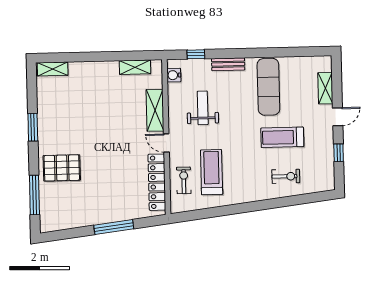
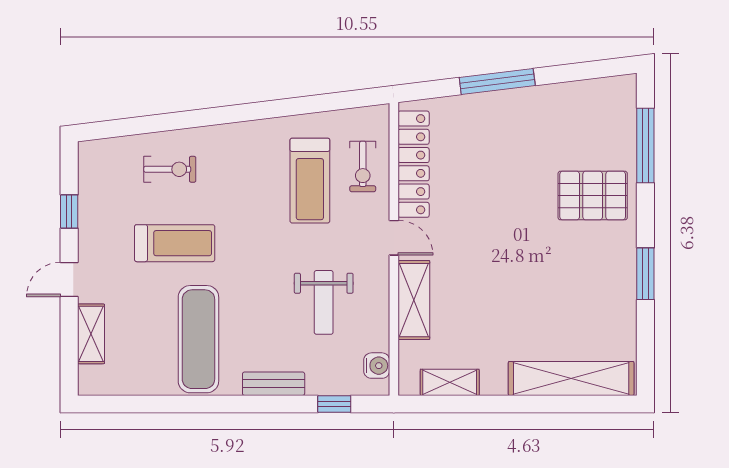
shelving: (53, 69) -> (571, 378), width x2.20, depth x1.33
exercise bike: (286, 176) -> (170, 169), turned 180

